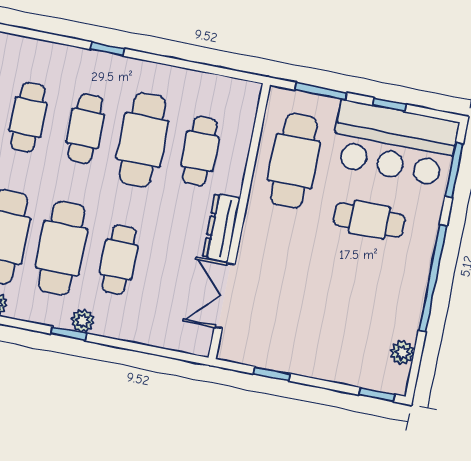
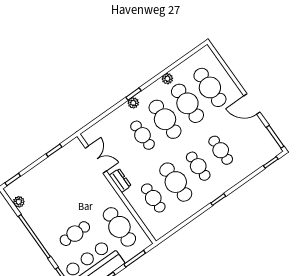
dresser: (221, 228) -> (120, 181), width x0.70

